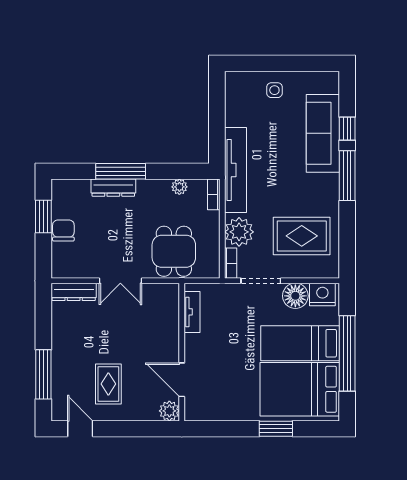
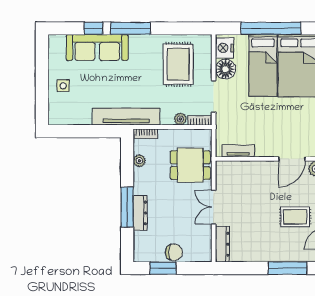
chair: (63, 231) -> (174, 252), turned 180
plant: (239, 232) -> (180, 119), width x0.53, depth x0.53
double door: (120, 281) -> (214, 207), swing flipped

